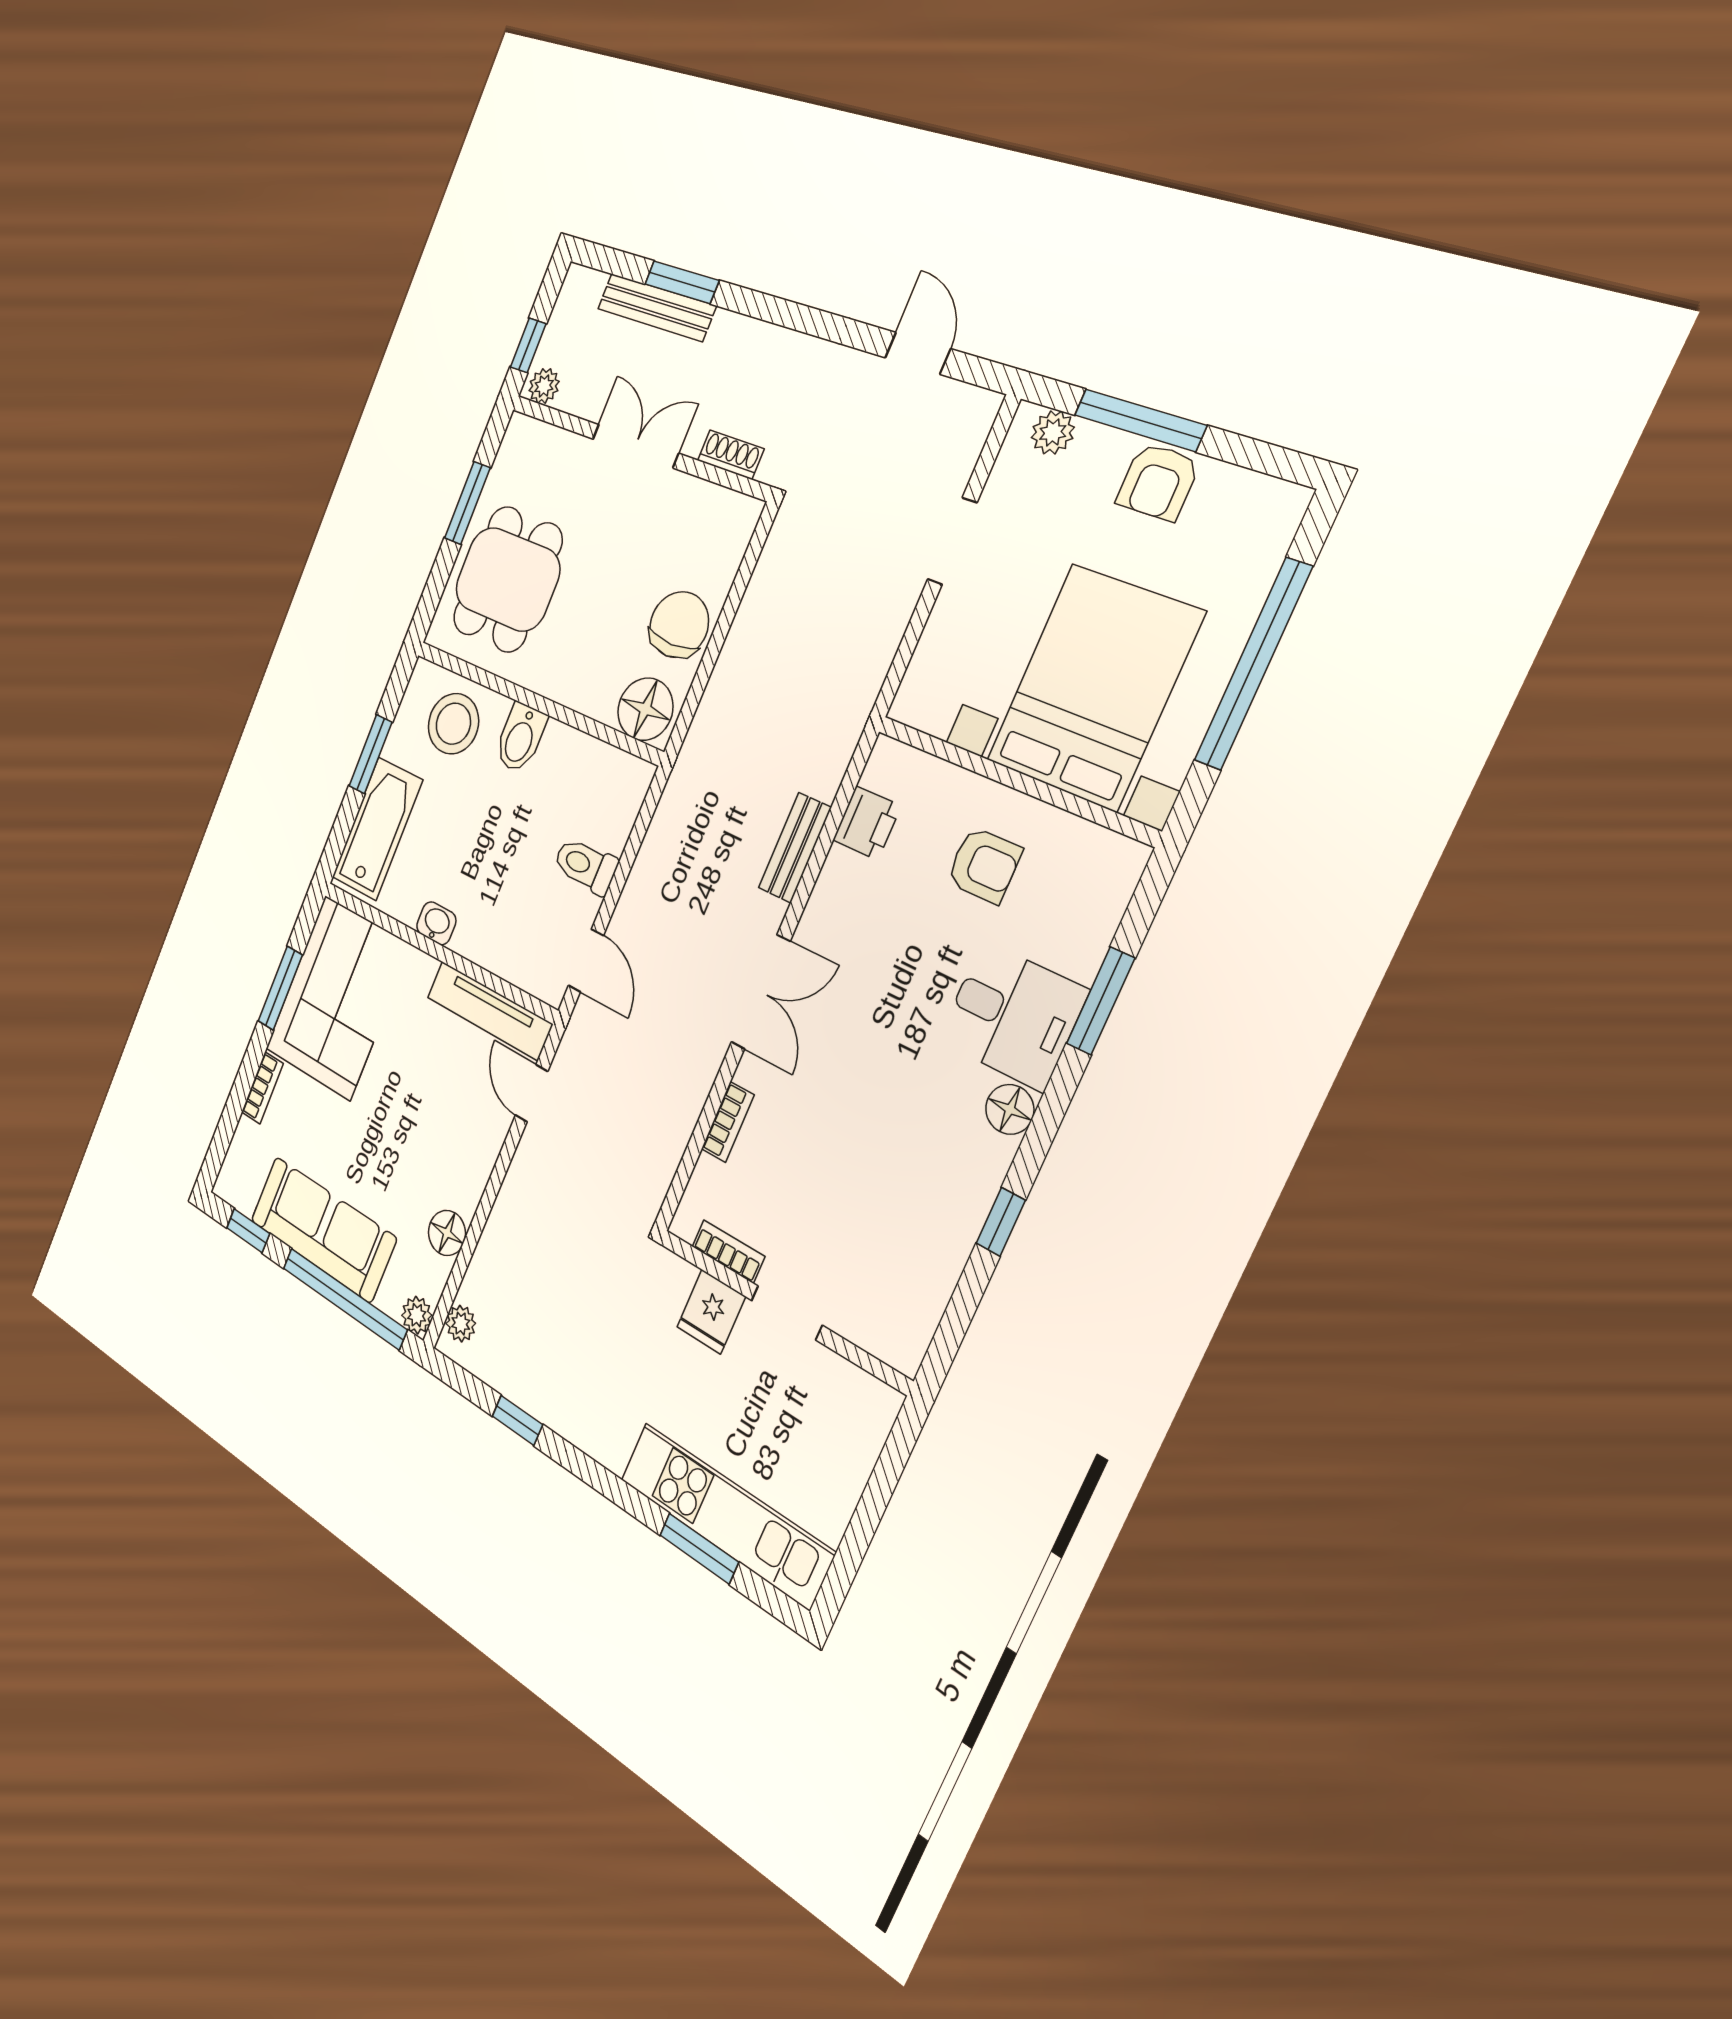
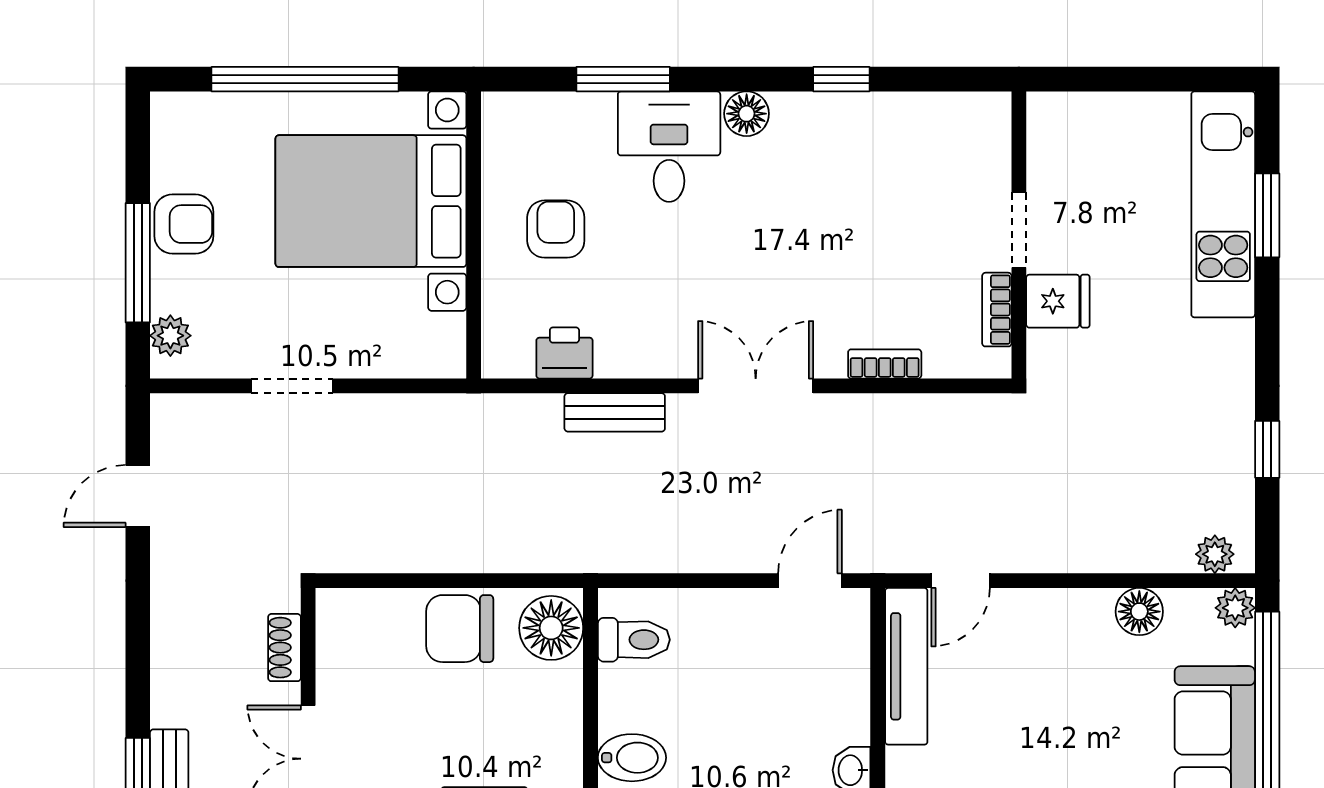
toilet: (585, 866) -> (634, 640), moved, turned -90

